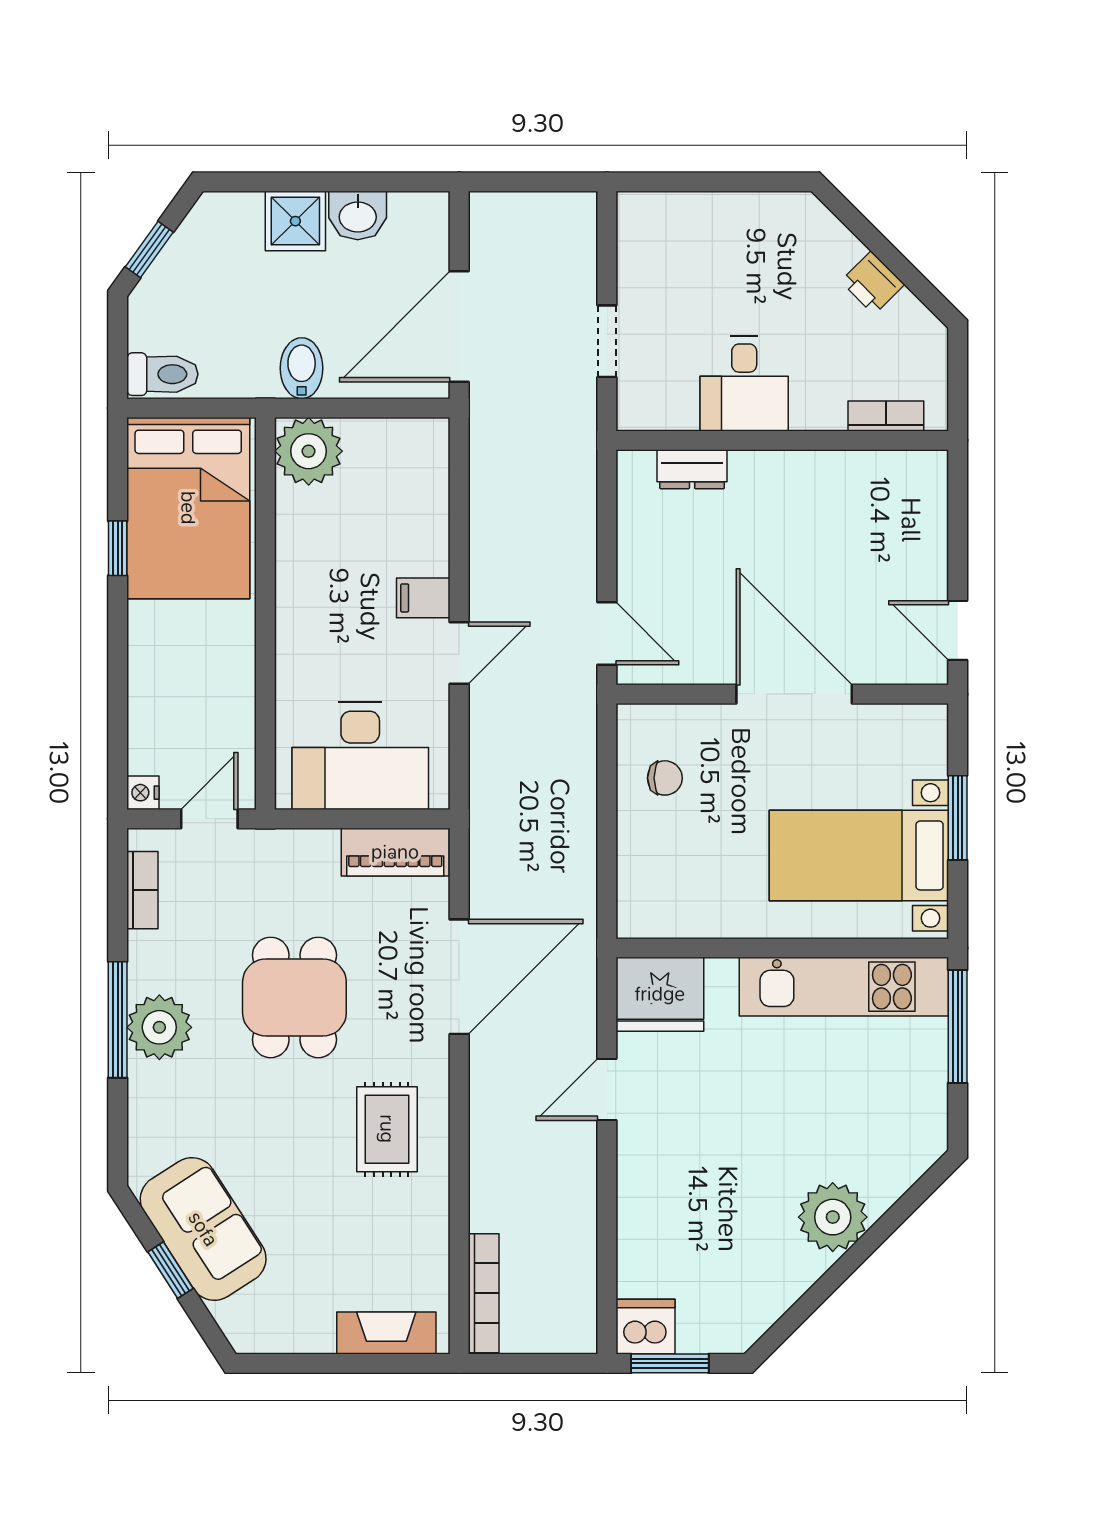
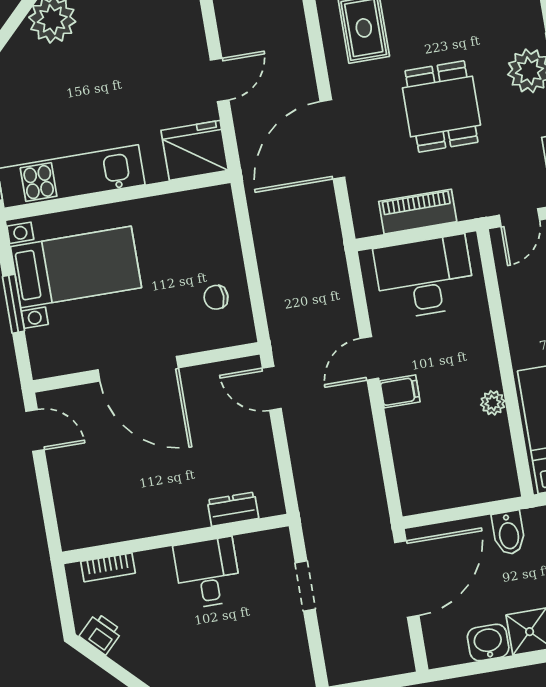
printer: (873, 283) -> (101, 634), moved
plant: (309, 451) -> (493, 403), moved, width x0.53, depth x0.53
piano: (395, 852) -> (418, 212), moved

